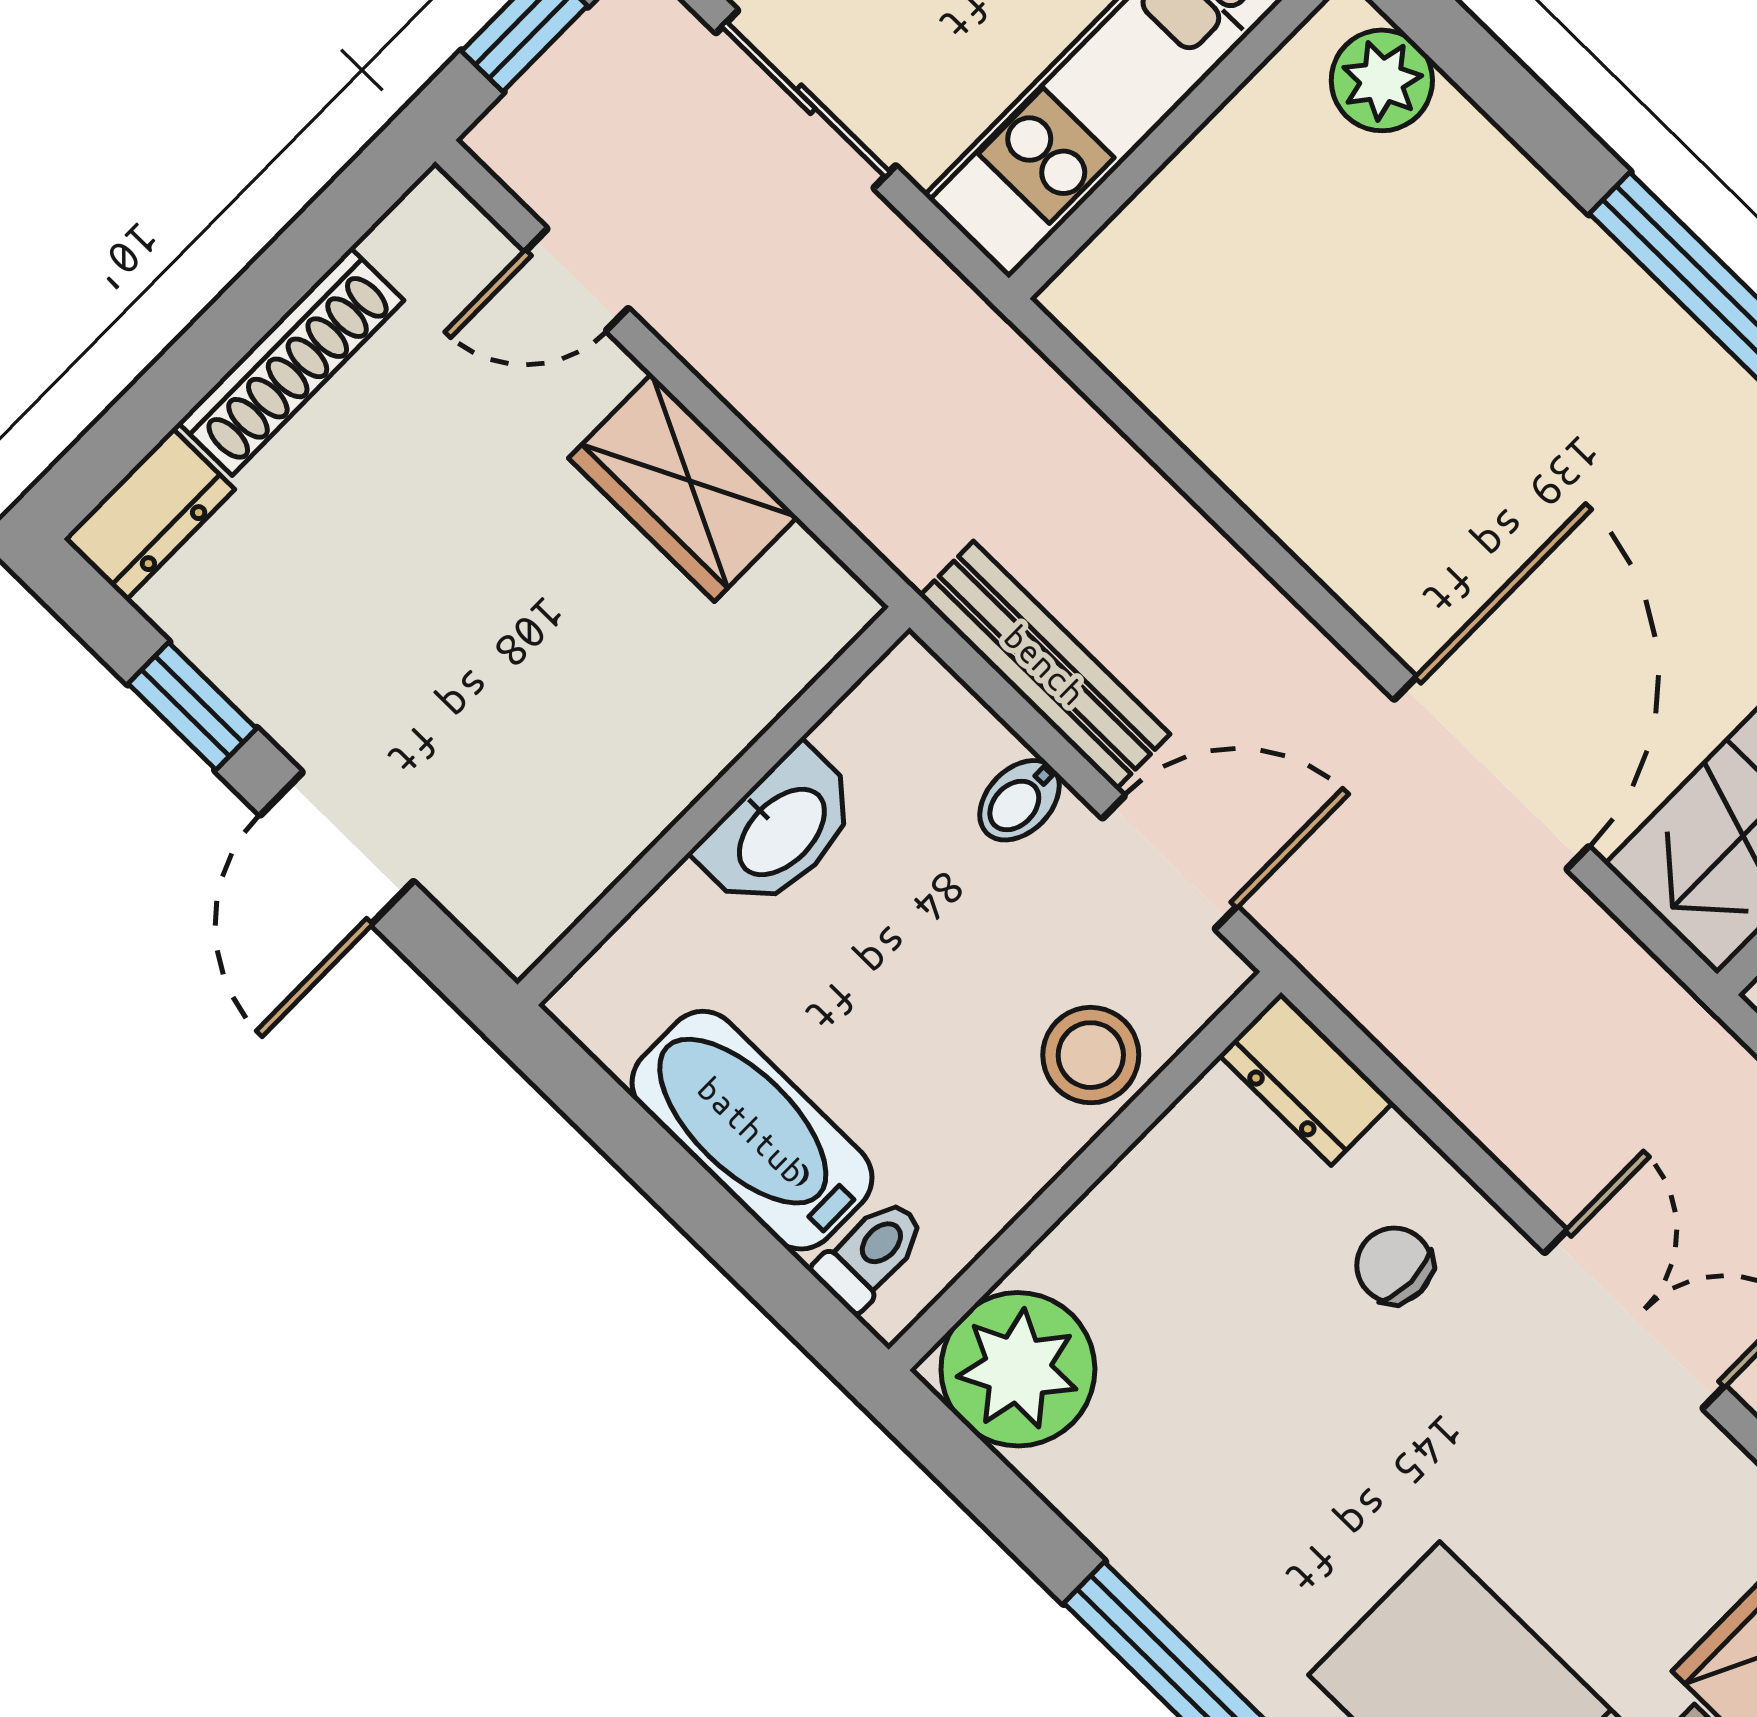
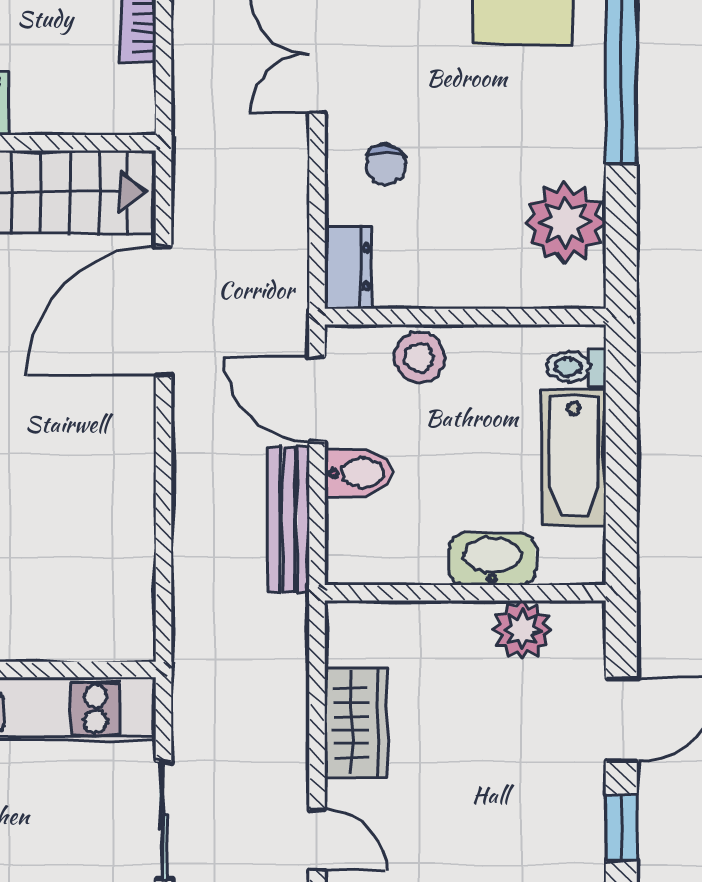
bidet: (1020, 800) -> (358, 473), width x1.38, depth x1.36
washbasin: (780, 830) -> (492, 559), moved
plant: (588, 834) -> (522, 630), added
plant: (1018, 1369) -> (565, 223), moved

